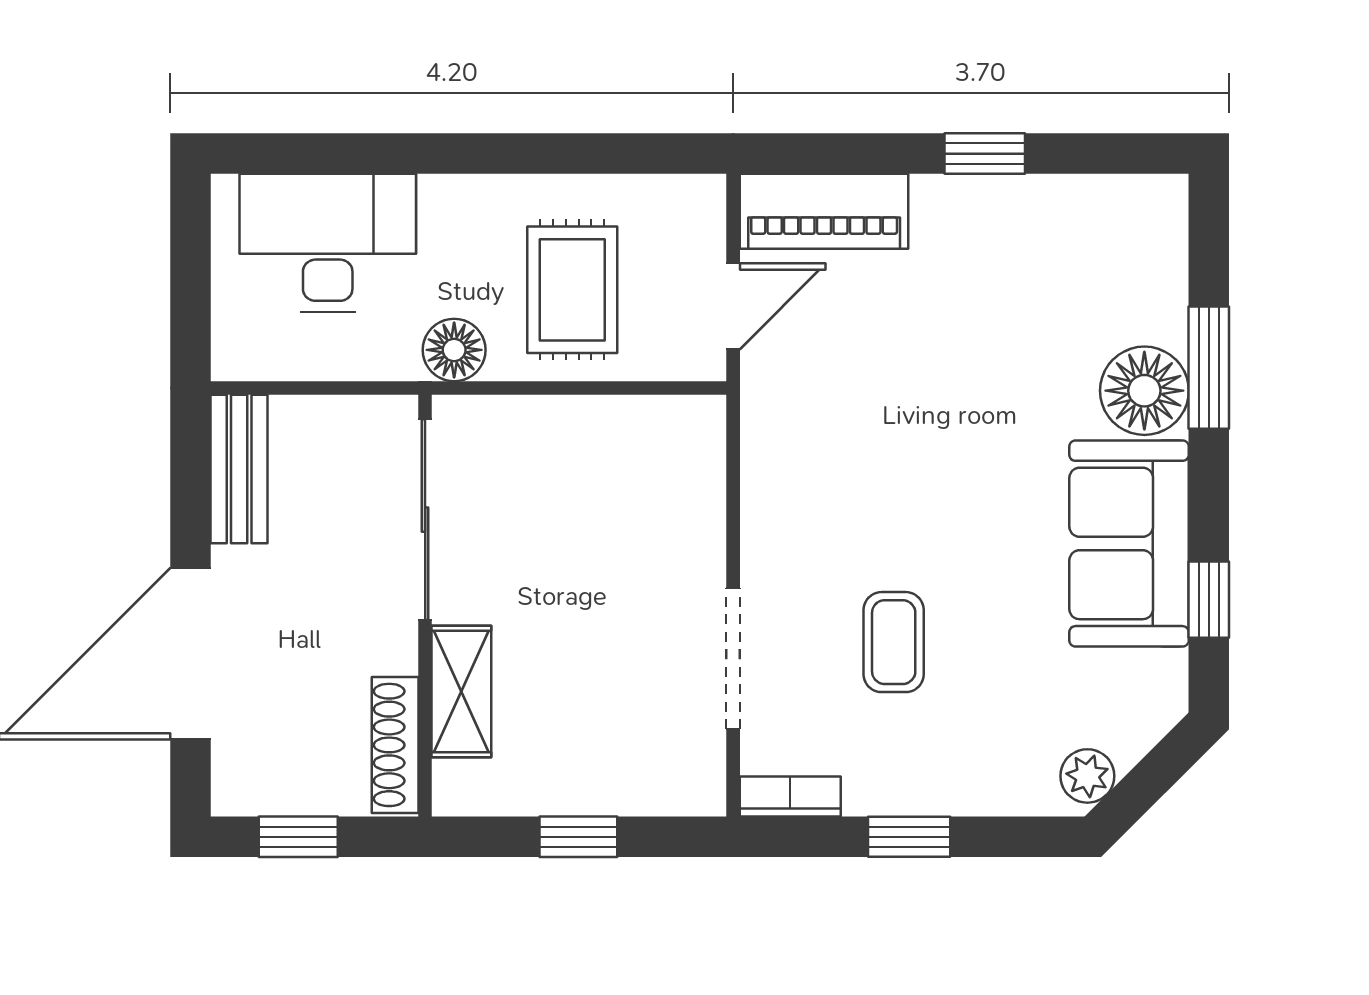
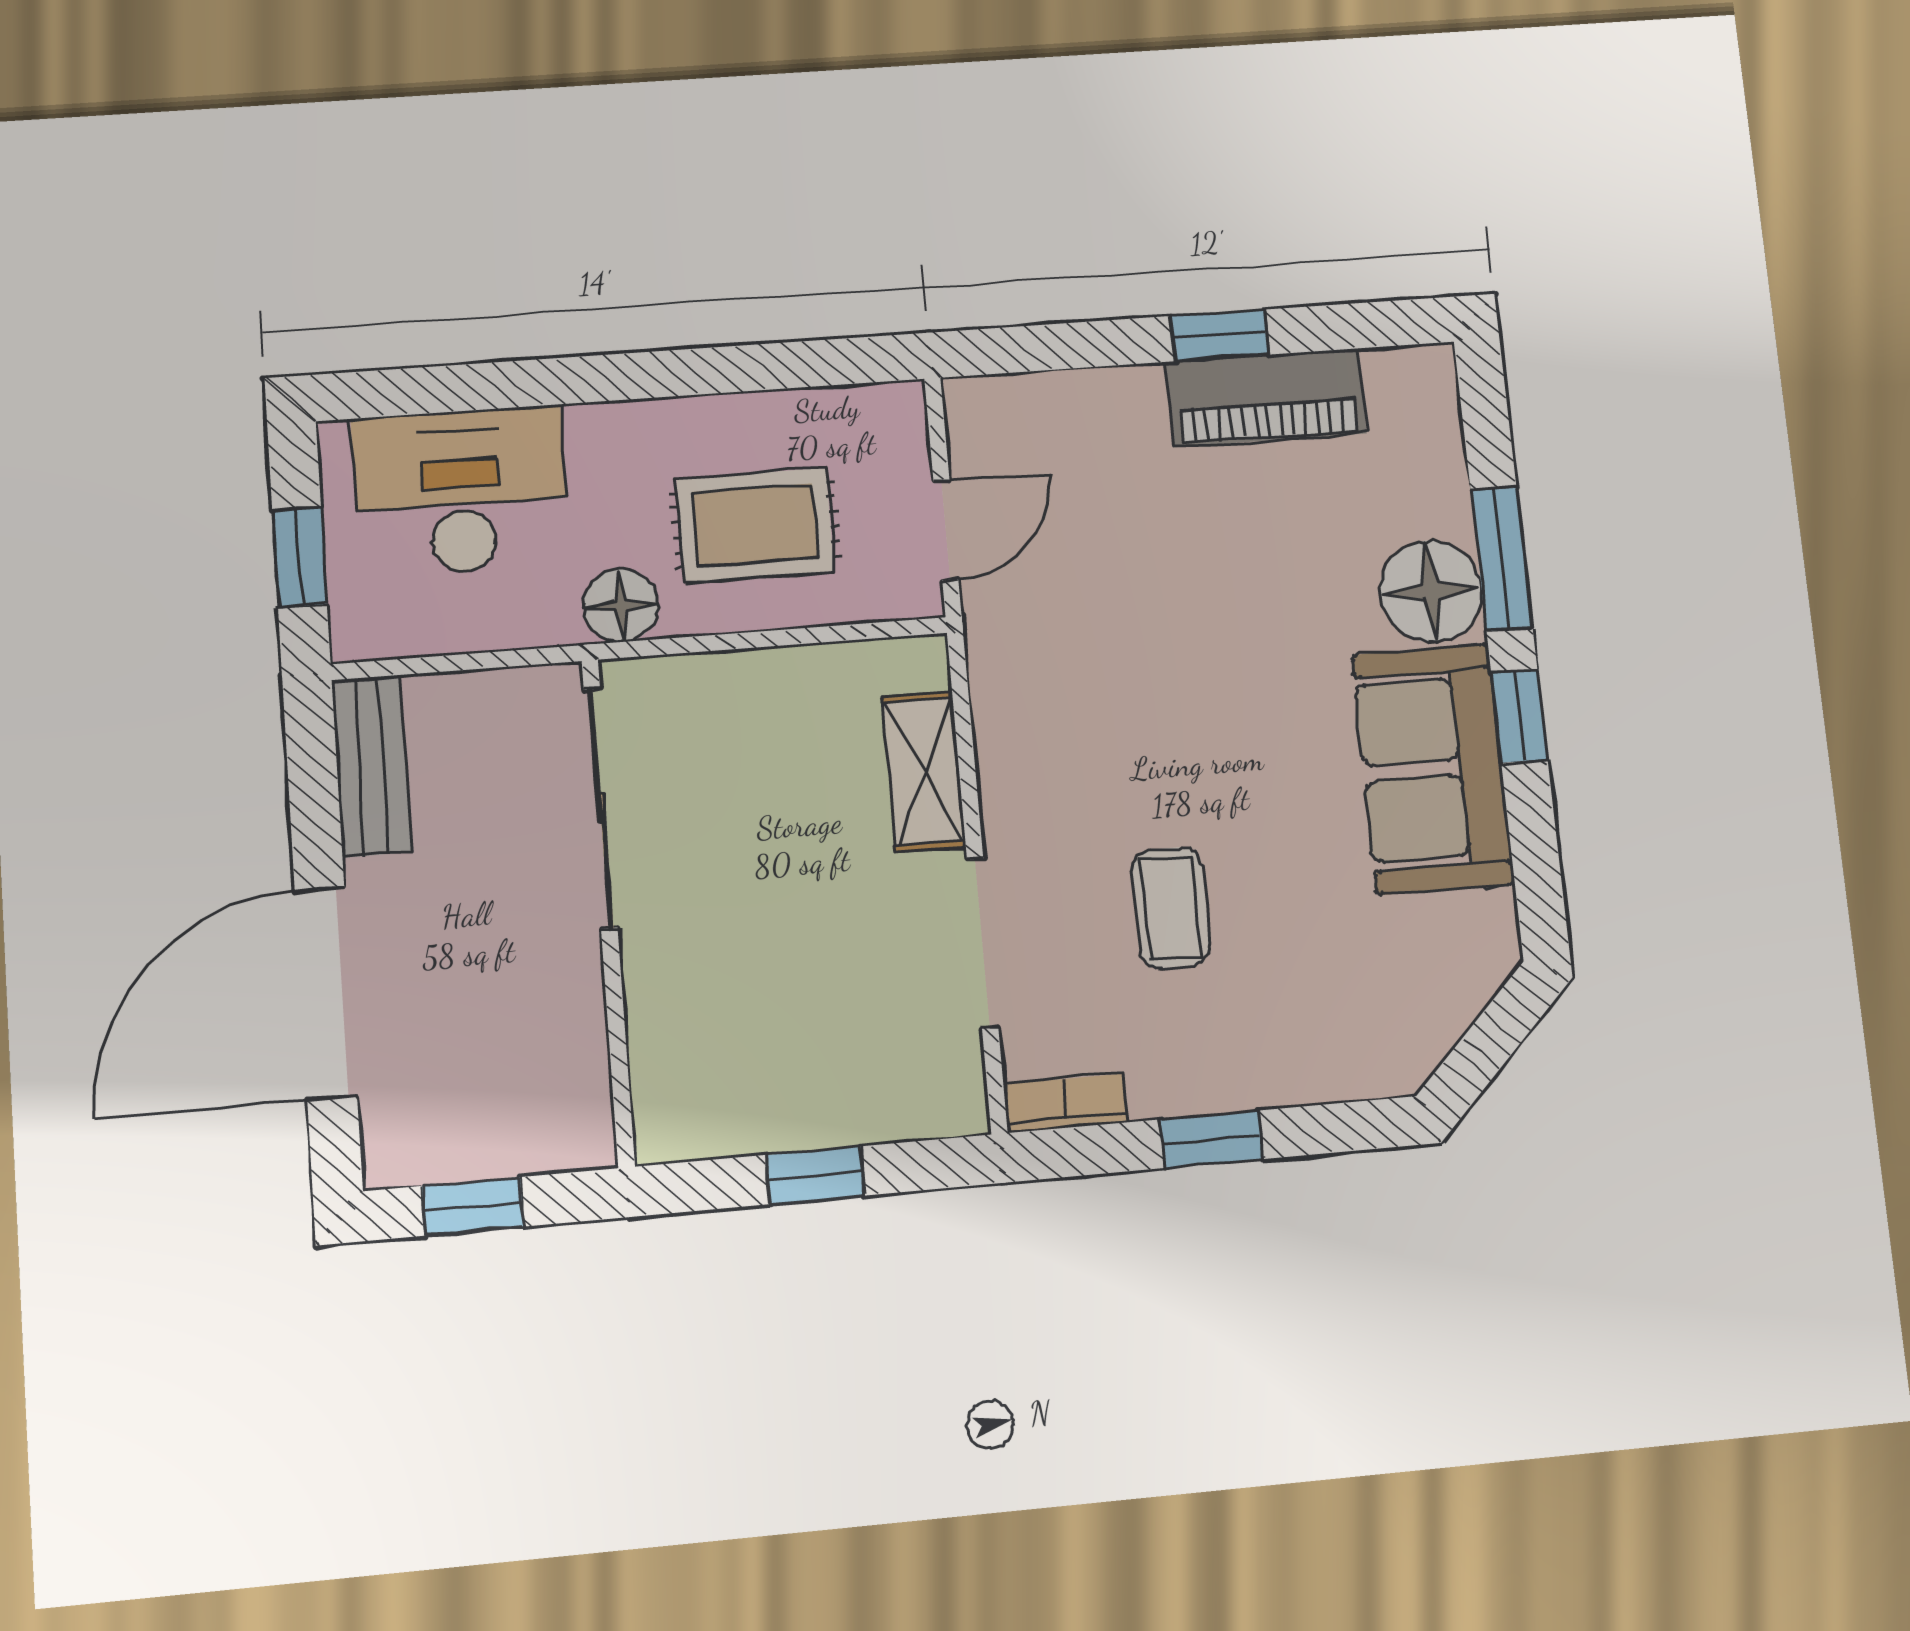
piano: (824, 211) -> (1266, 398), moved
window: (191, 289) -> (300, 557), added
rug: (572, 290) -> (755, 525), turned 90
window: (1209, 600) -> (1519, 716), moved
shelving: (461, 691) -> (924, 772), moved
shoe rack: (395, 745) -> (584, 1083), removed
plant: (1087, 776) -> (1414, 1047), removed

